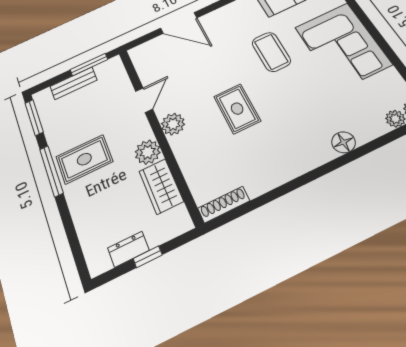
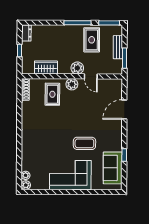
rug: (237, 109) -> (52, 94), moved, turned 90
floor lamp: (344, 142) -> (26, 150), removed
plant: (148, 152) -> (77, 68), moved
rug: (84, 159) -> (92, 40), moved
dresser: (128, 249) -> (26, 33), moved

